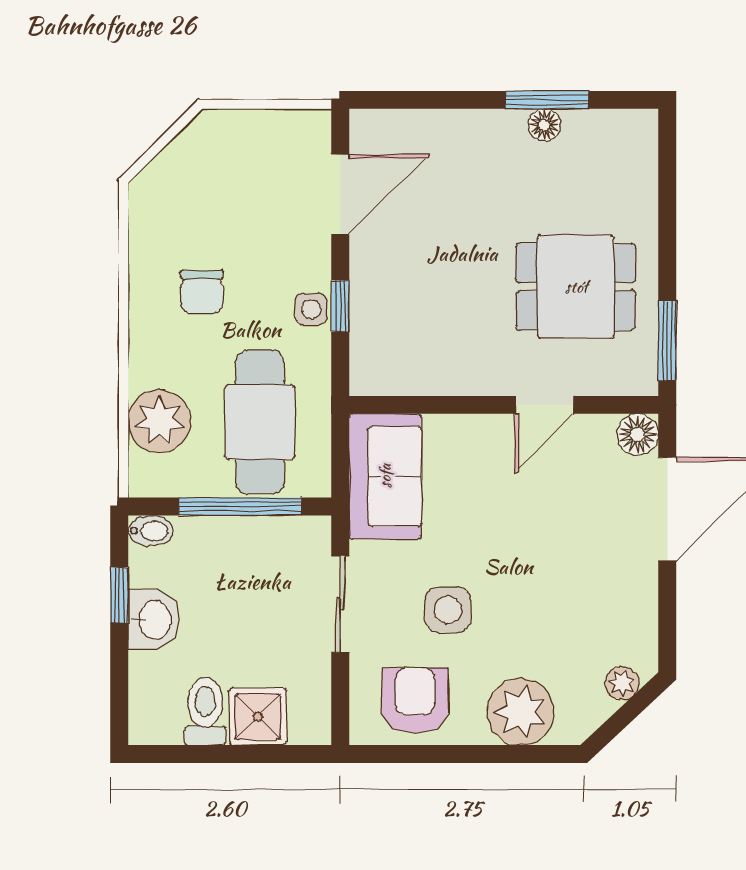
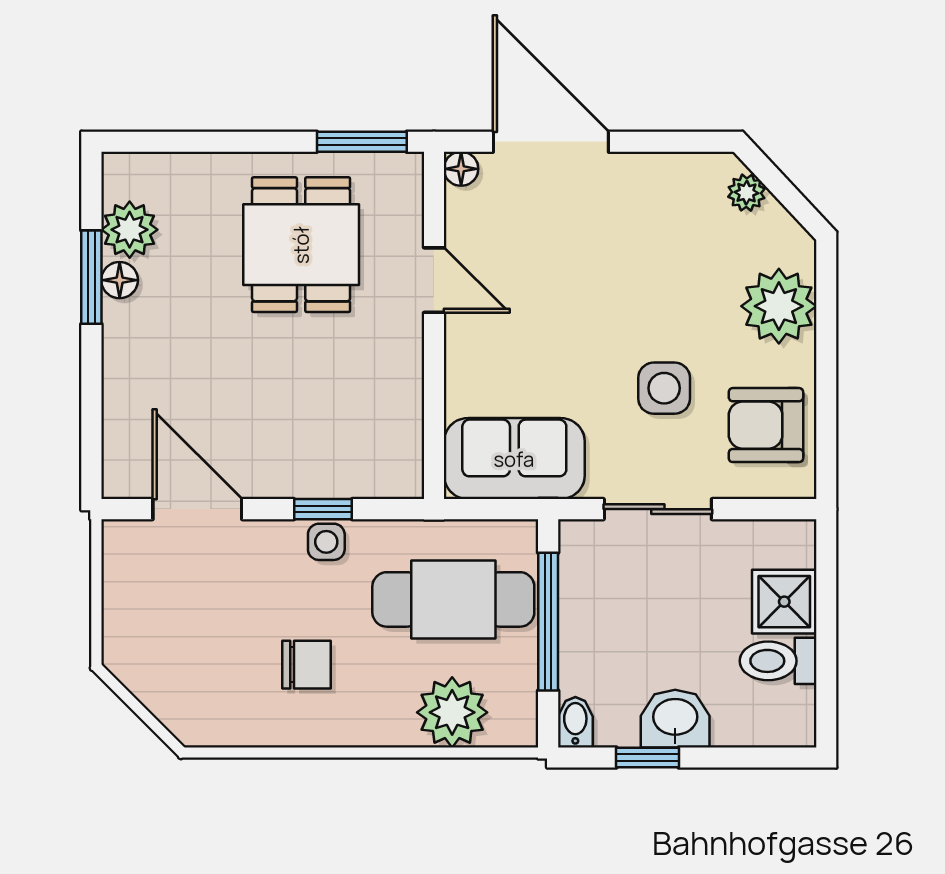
plant: (589, 134) -> (130, 230), added
floor lamp: (638, 435) -> (461, 169), width x0.73, depth x0.73

